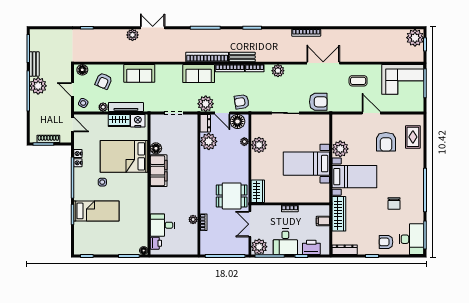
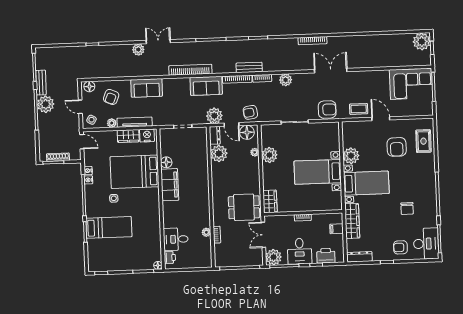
bookcase: (207, 57) -> (190, 70), moved
coffee table: (358, 81) -> (359, 109), moved

